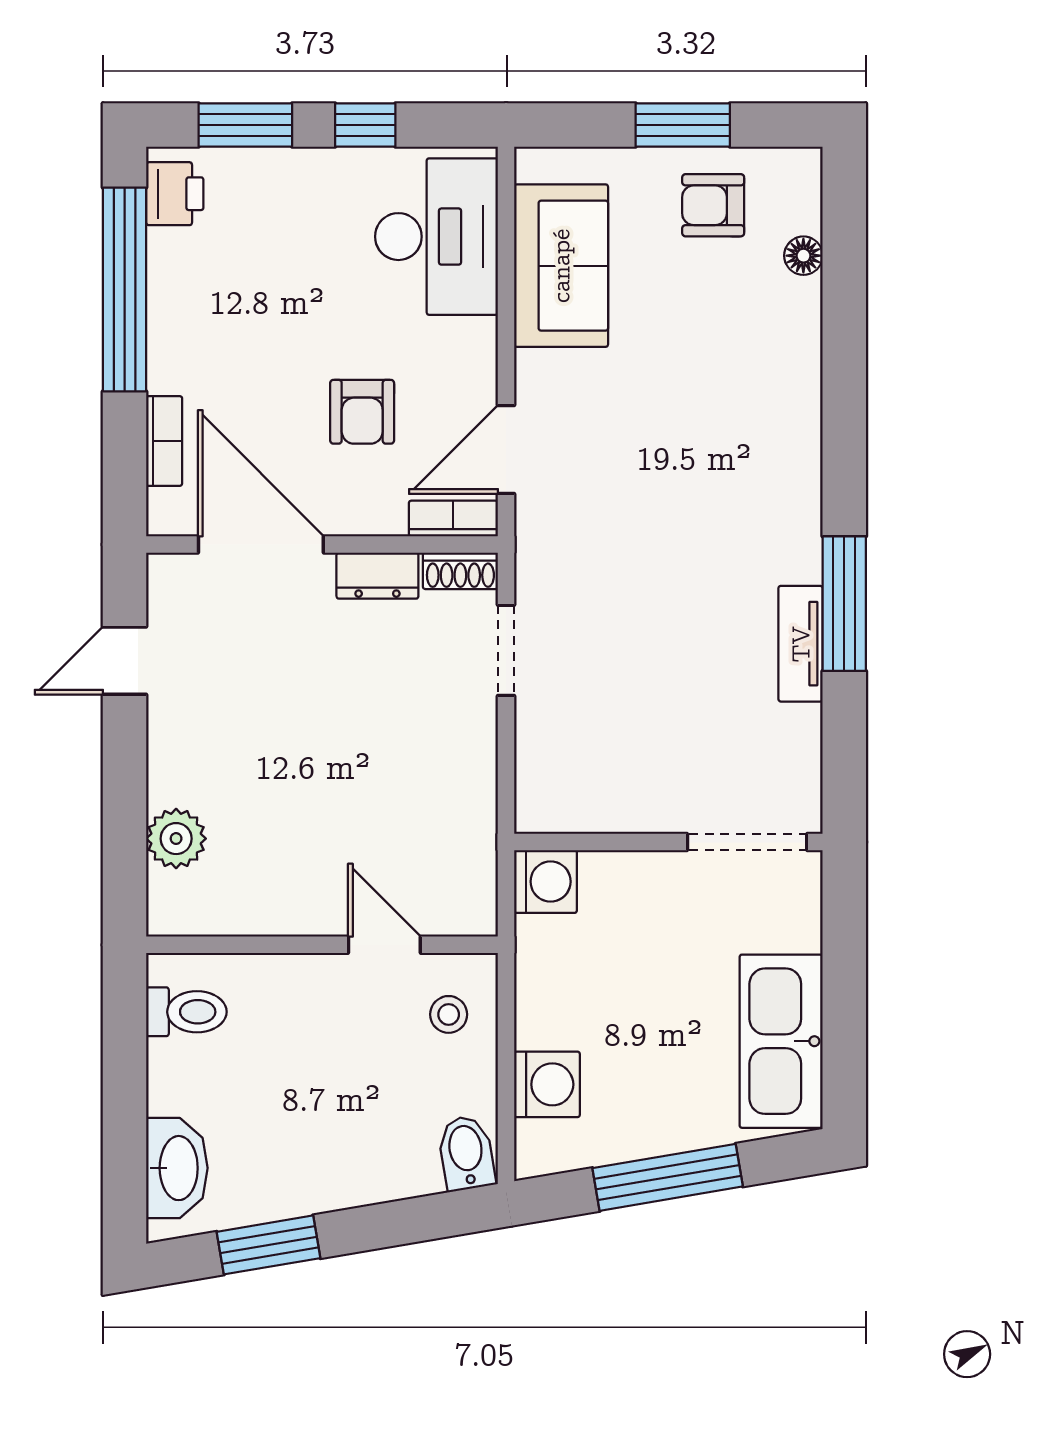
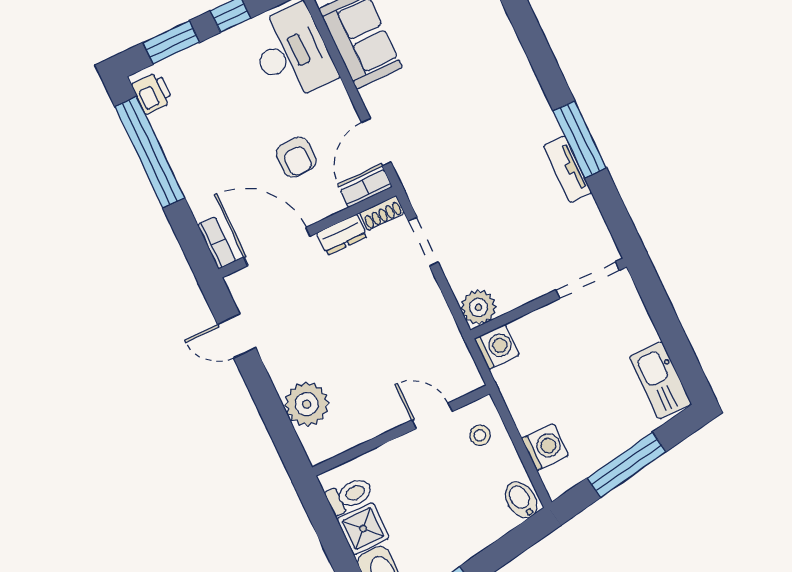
bookcase: (164, 441) -> (217, 243), moved
door: (125, 661) -> (237, 336), hinge flipped
plant: (546, 802) -> (479, 307), added
plant: (176, 839) -> (307, 404), width x1.36, depth x1.36
kitchen sink: (781, 1041) -> (660, 380), width x0.73, depth x0.81
shower: (183, 1077) -> (363, 529), added

